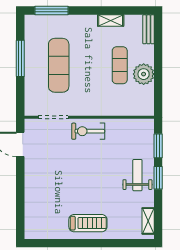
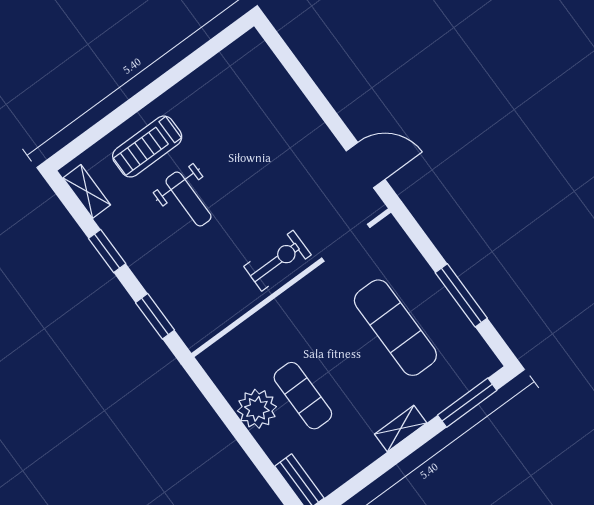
shelving: (111, 20) -> (401, 428), moved
weight bench: (137, 175) -> (188, 199), moved
window: (158, 178) -> (107, 251), moved
treadmill: (88, 223) -> (147, 147), moved

